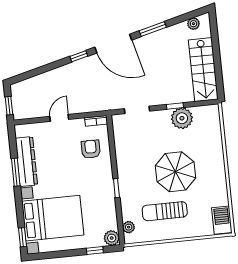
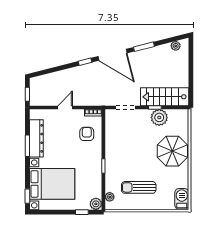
stairs: (203, 70) -> (165, 97), moved, turned 90
parasol: (175, 172) -> (172, 151), moved

